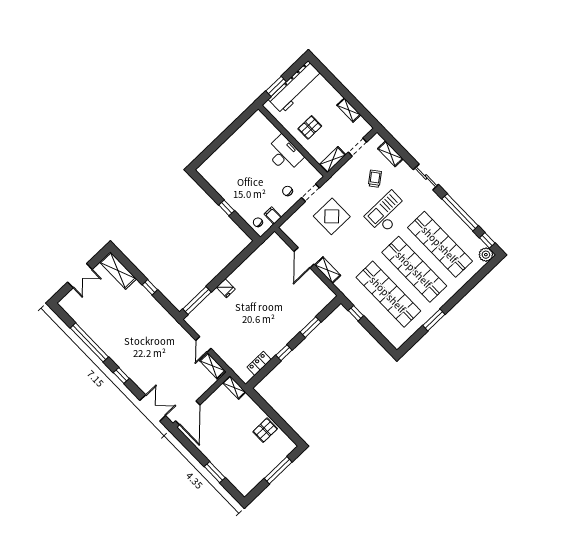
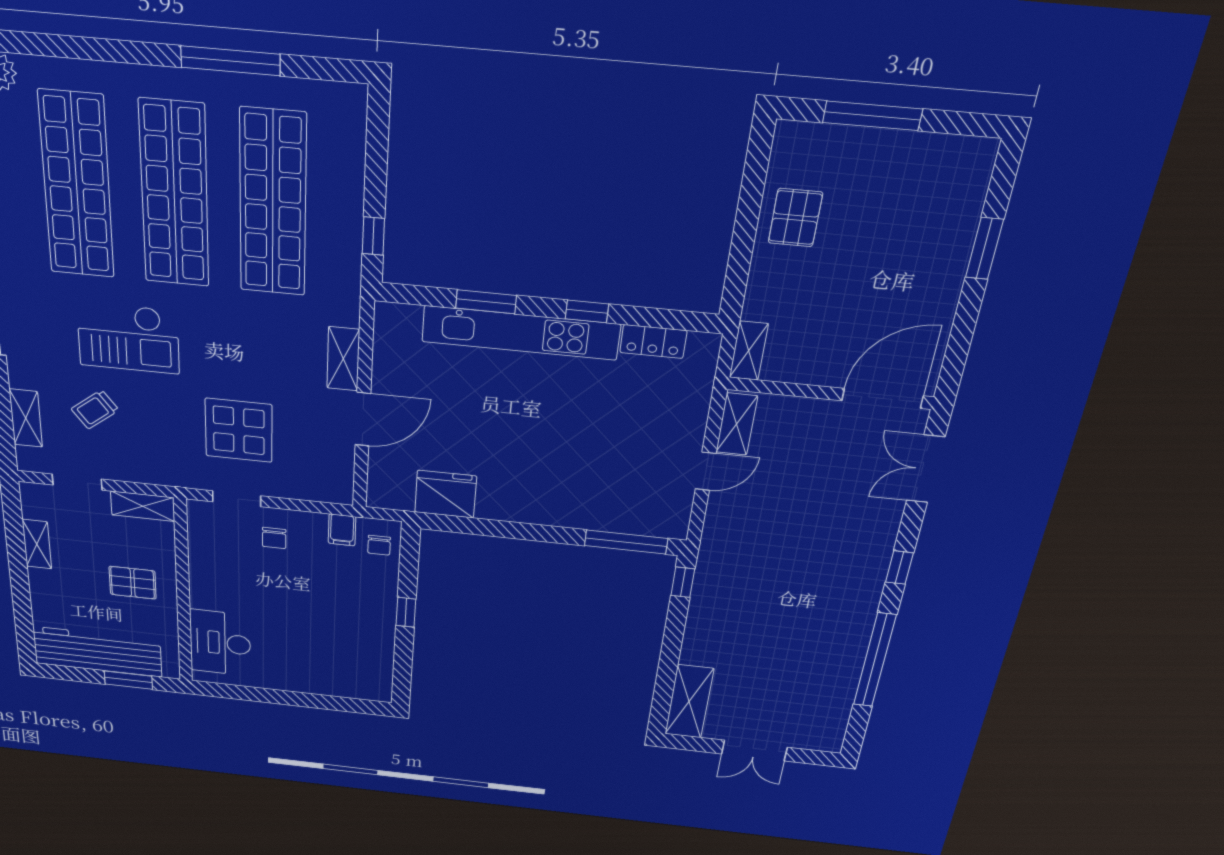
desk: (284, 154) -> (220, 643), moved
double door: (80, 276) -> (754, 751), swing flipped
window: (150, 287) -> (683, 582), moved
fridge: (226, 288) -> (446, 494), moved, width x1.88, depth x1.34
window: (434, 320) -> (230, 61), width x1.44
kitchen unit: (293, 329) -> (521, 333), added
pallet: (265, 430) -> (795, 218), turned 90

